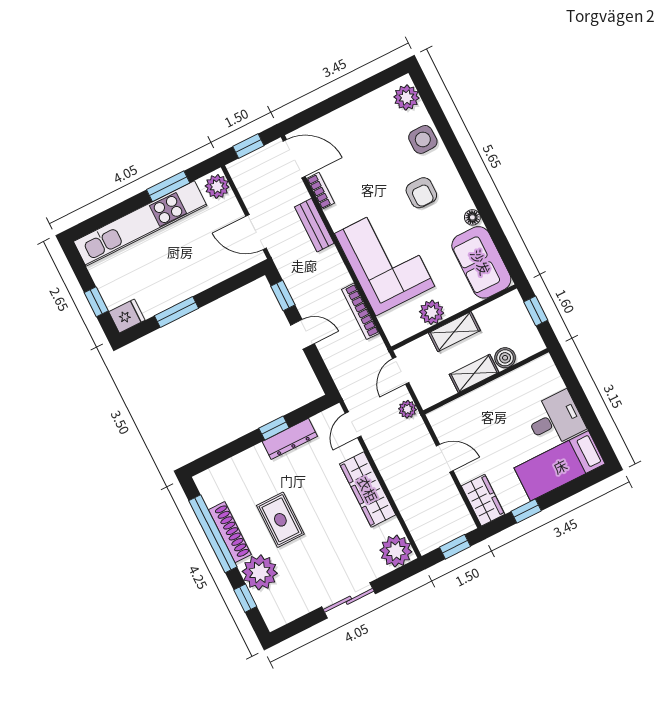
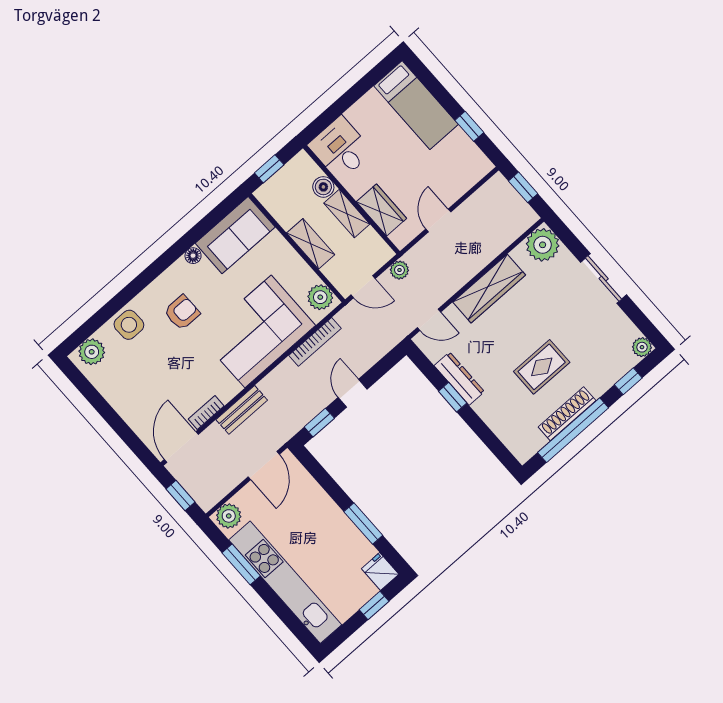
plant: (432, 312) -> (320, 297), moved
desk: (555, 419) -> (341, 148), moved
wardrobe: (483, 500) -> (381, 210), moved, turned 90
plant: (260, 572) -> (642, 347), moved, width x0.53, depth x0.53

